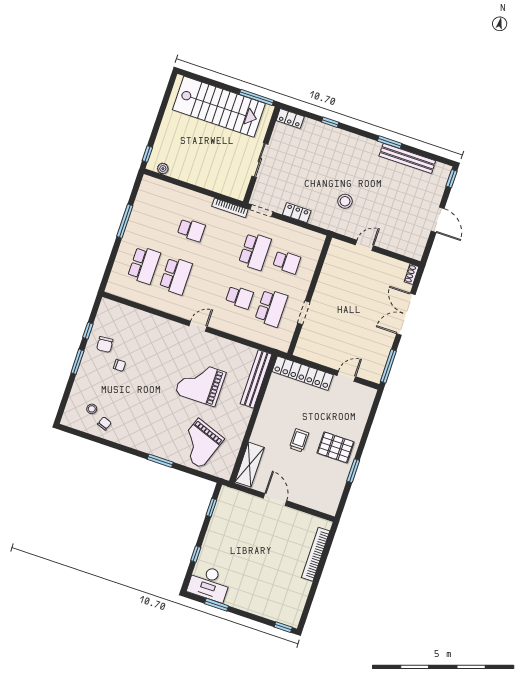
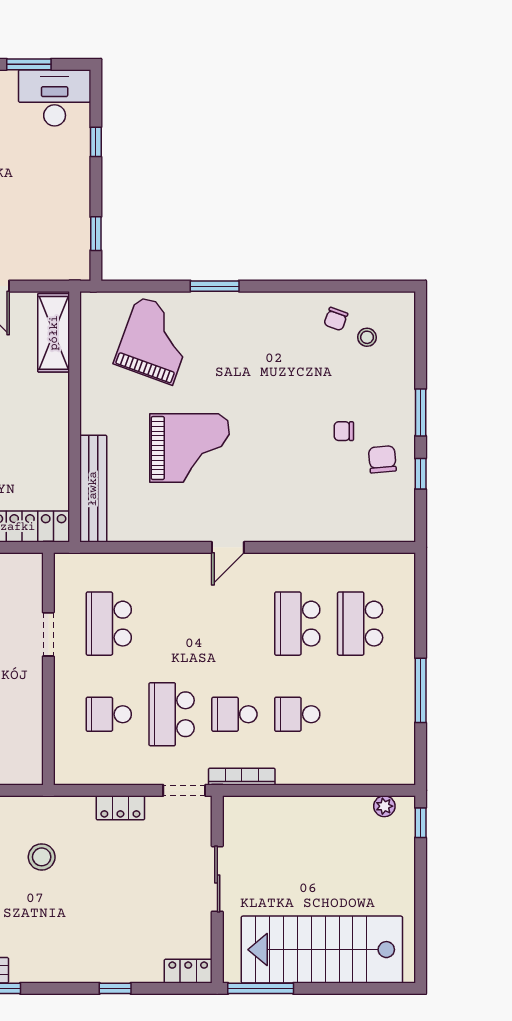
school desk: (239, 297) -> (234, 714), moved

